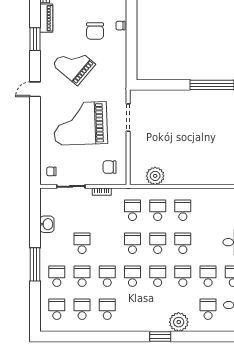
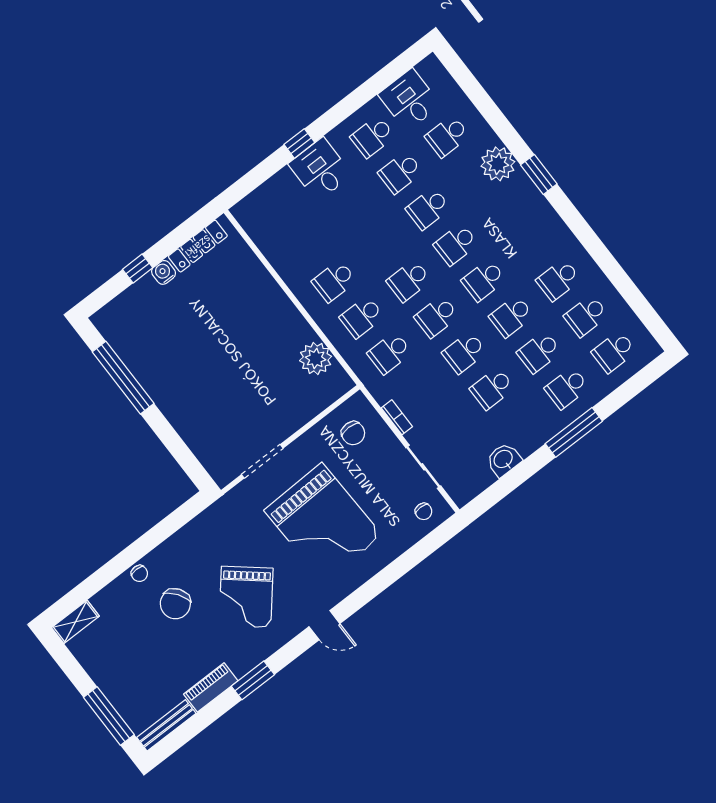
chair: (95, 31) -> (175, 604), turned 145
school desk: (183, 243) -> (464, 353), moved

